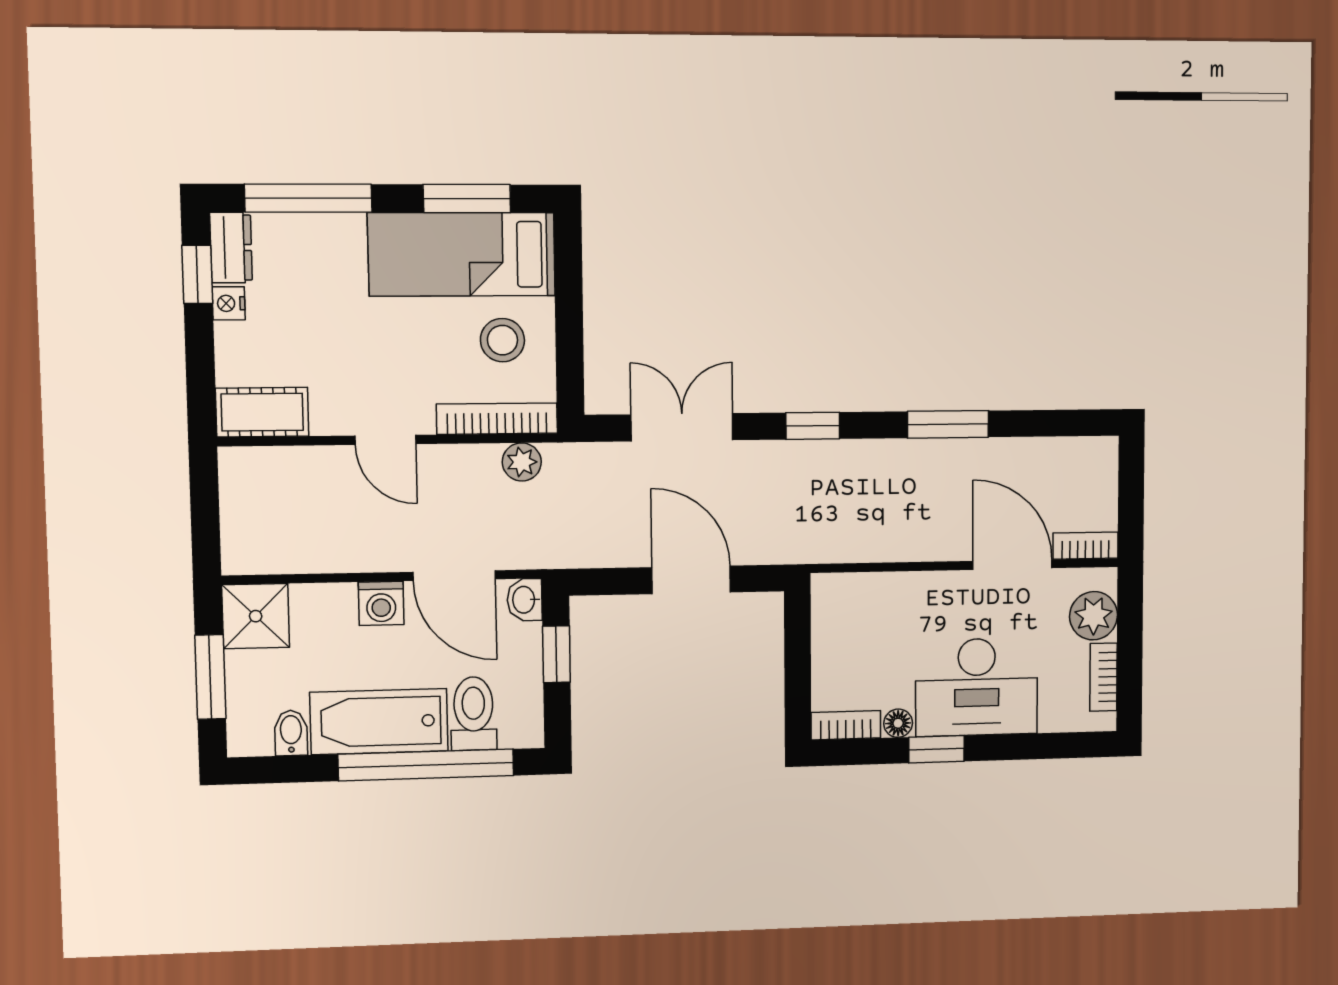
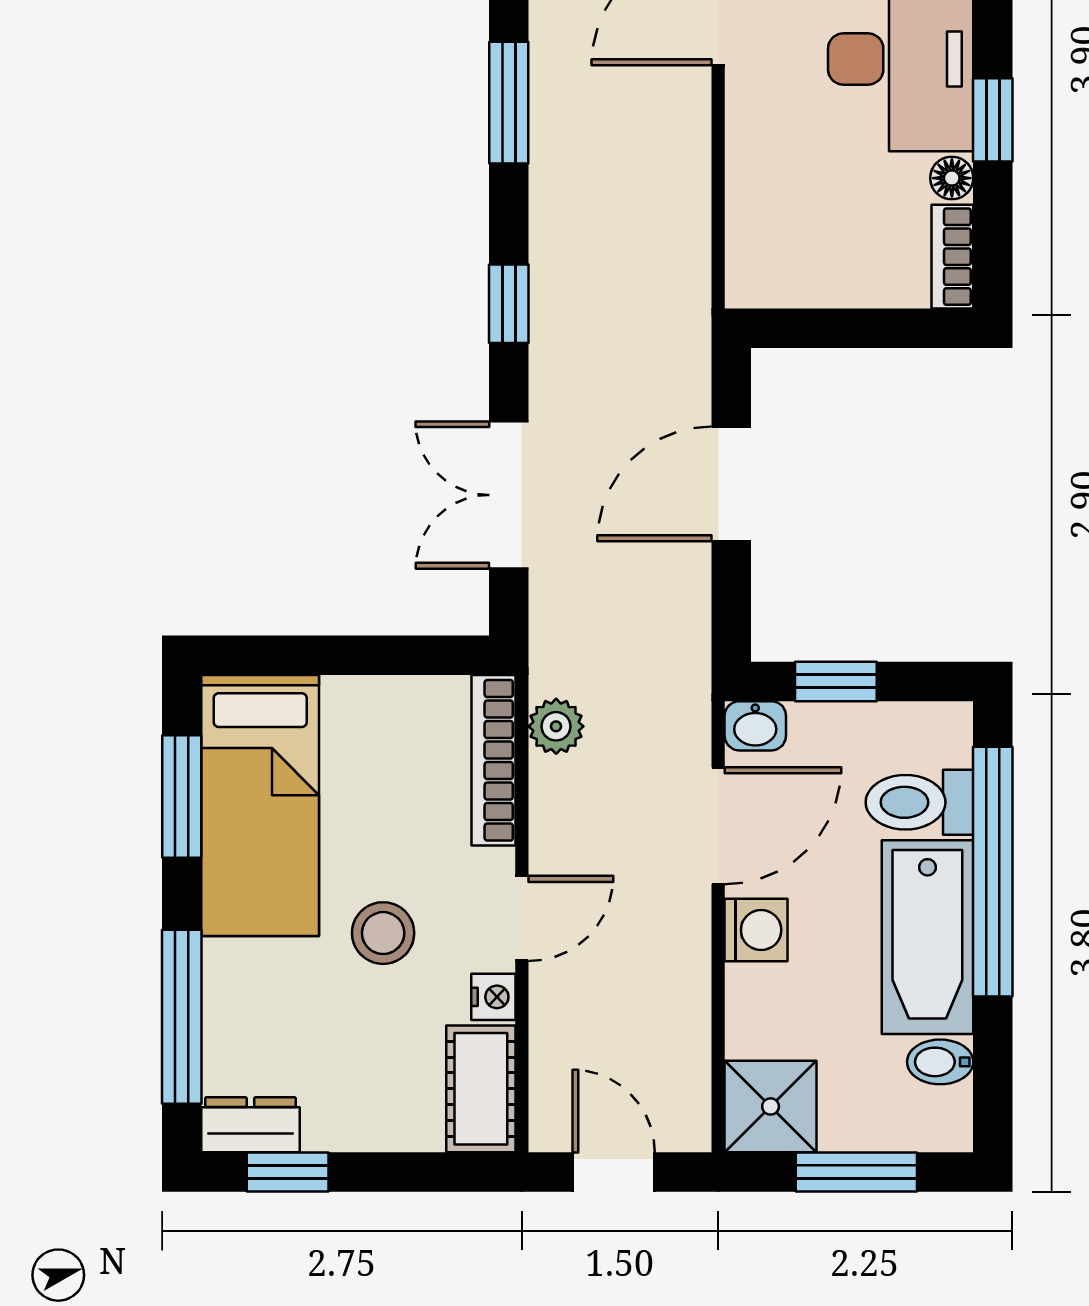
nightstand: (229, 303) -> (493, 997), moved, turned -90
stool: (502, 340) -> (383, 933), moved
door: (205, 507) -> (614, 1172), added

